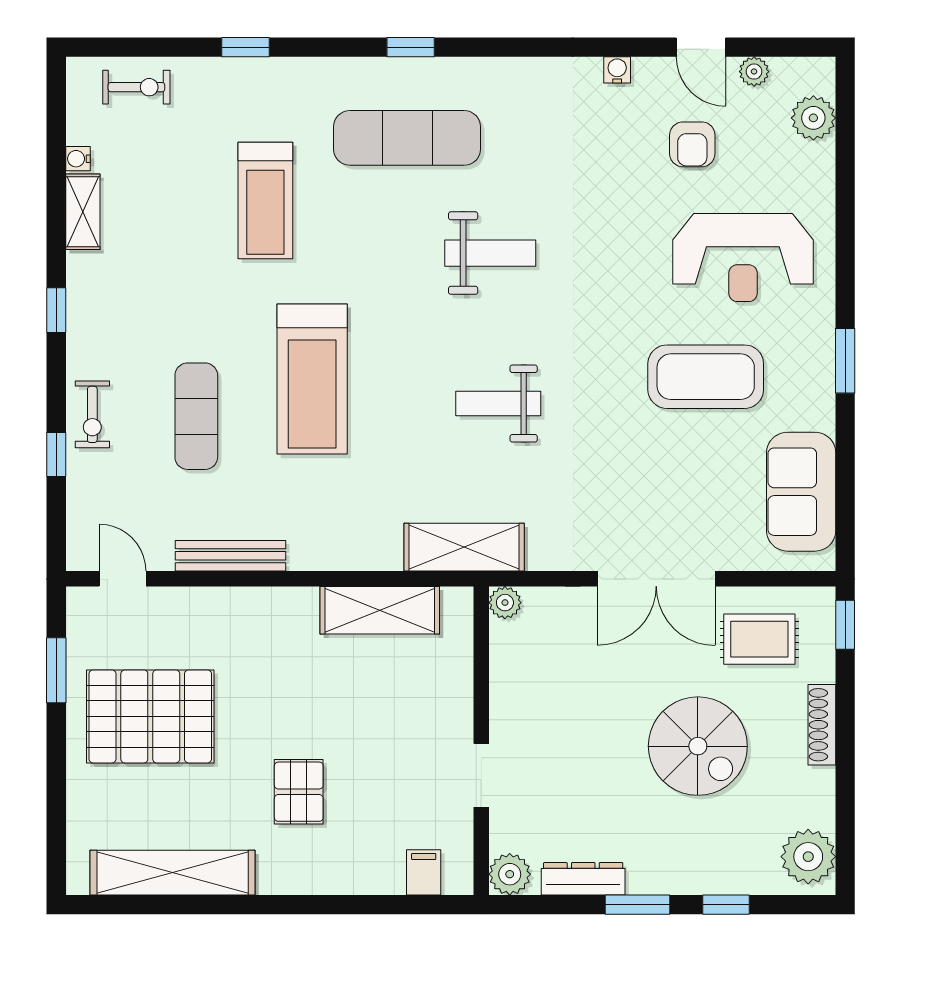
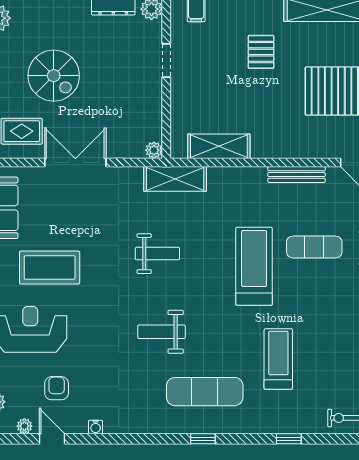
exercise mat: (196, 416) -> (314, 247), turned 90
spiral stairs: (698, 746) -> (54, 76), turned 180

